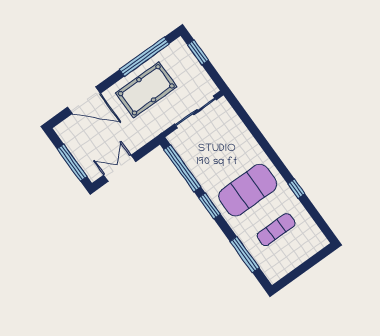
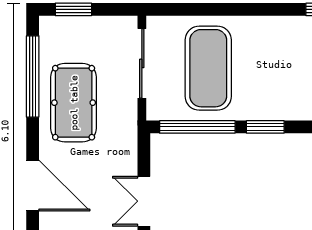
door: (84, 100) -> (33, 186), hinge flipped
exercise mat: (248, 190) -> (208, 68), moved

